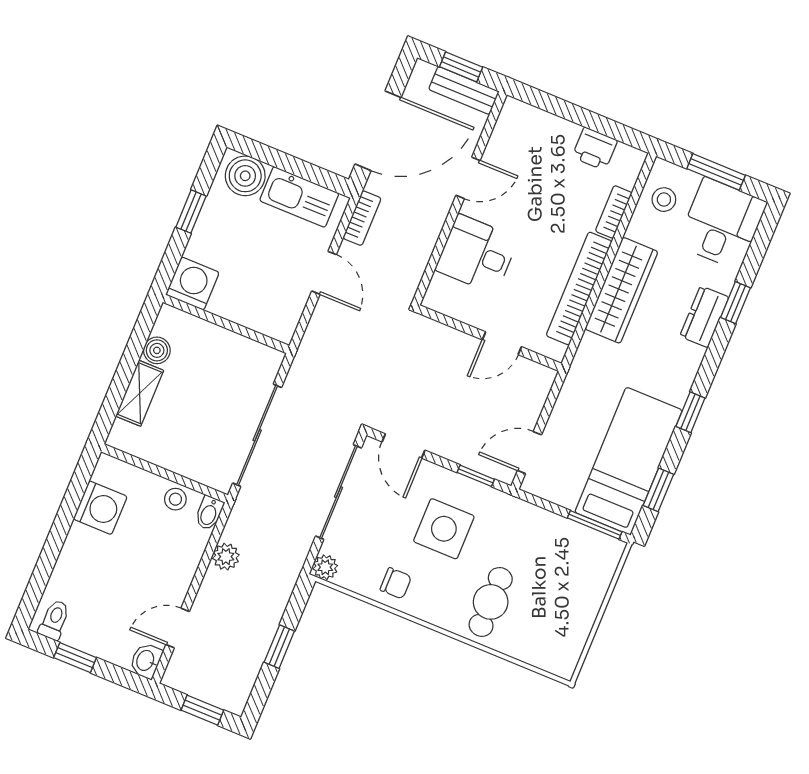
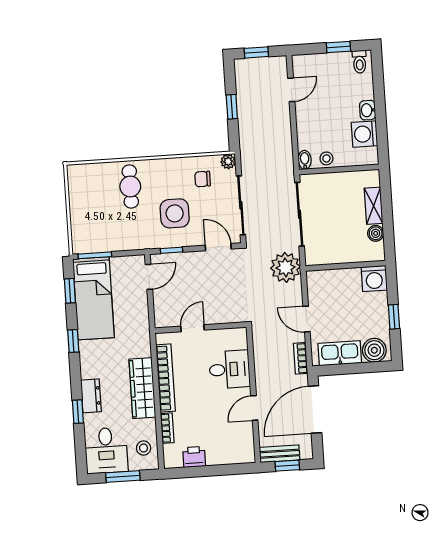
plant: (226, 557) -> (286, 267), moved, width x1.87, depth x1.87
chair: (396, 583) -> (203, 179), moved
washbasin: (146, 661) -> (368, 110), moved, turned 180

